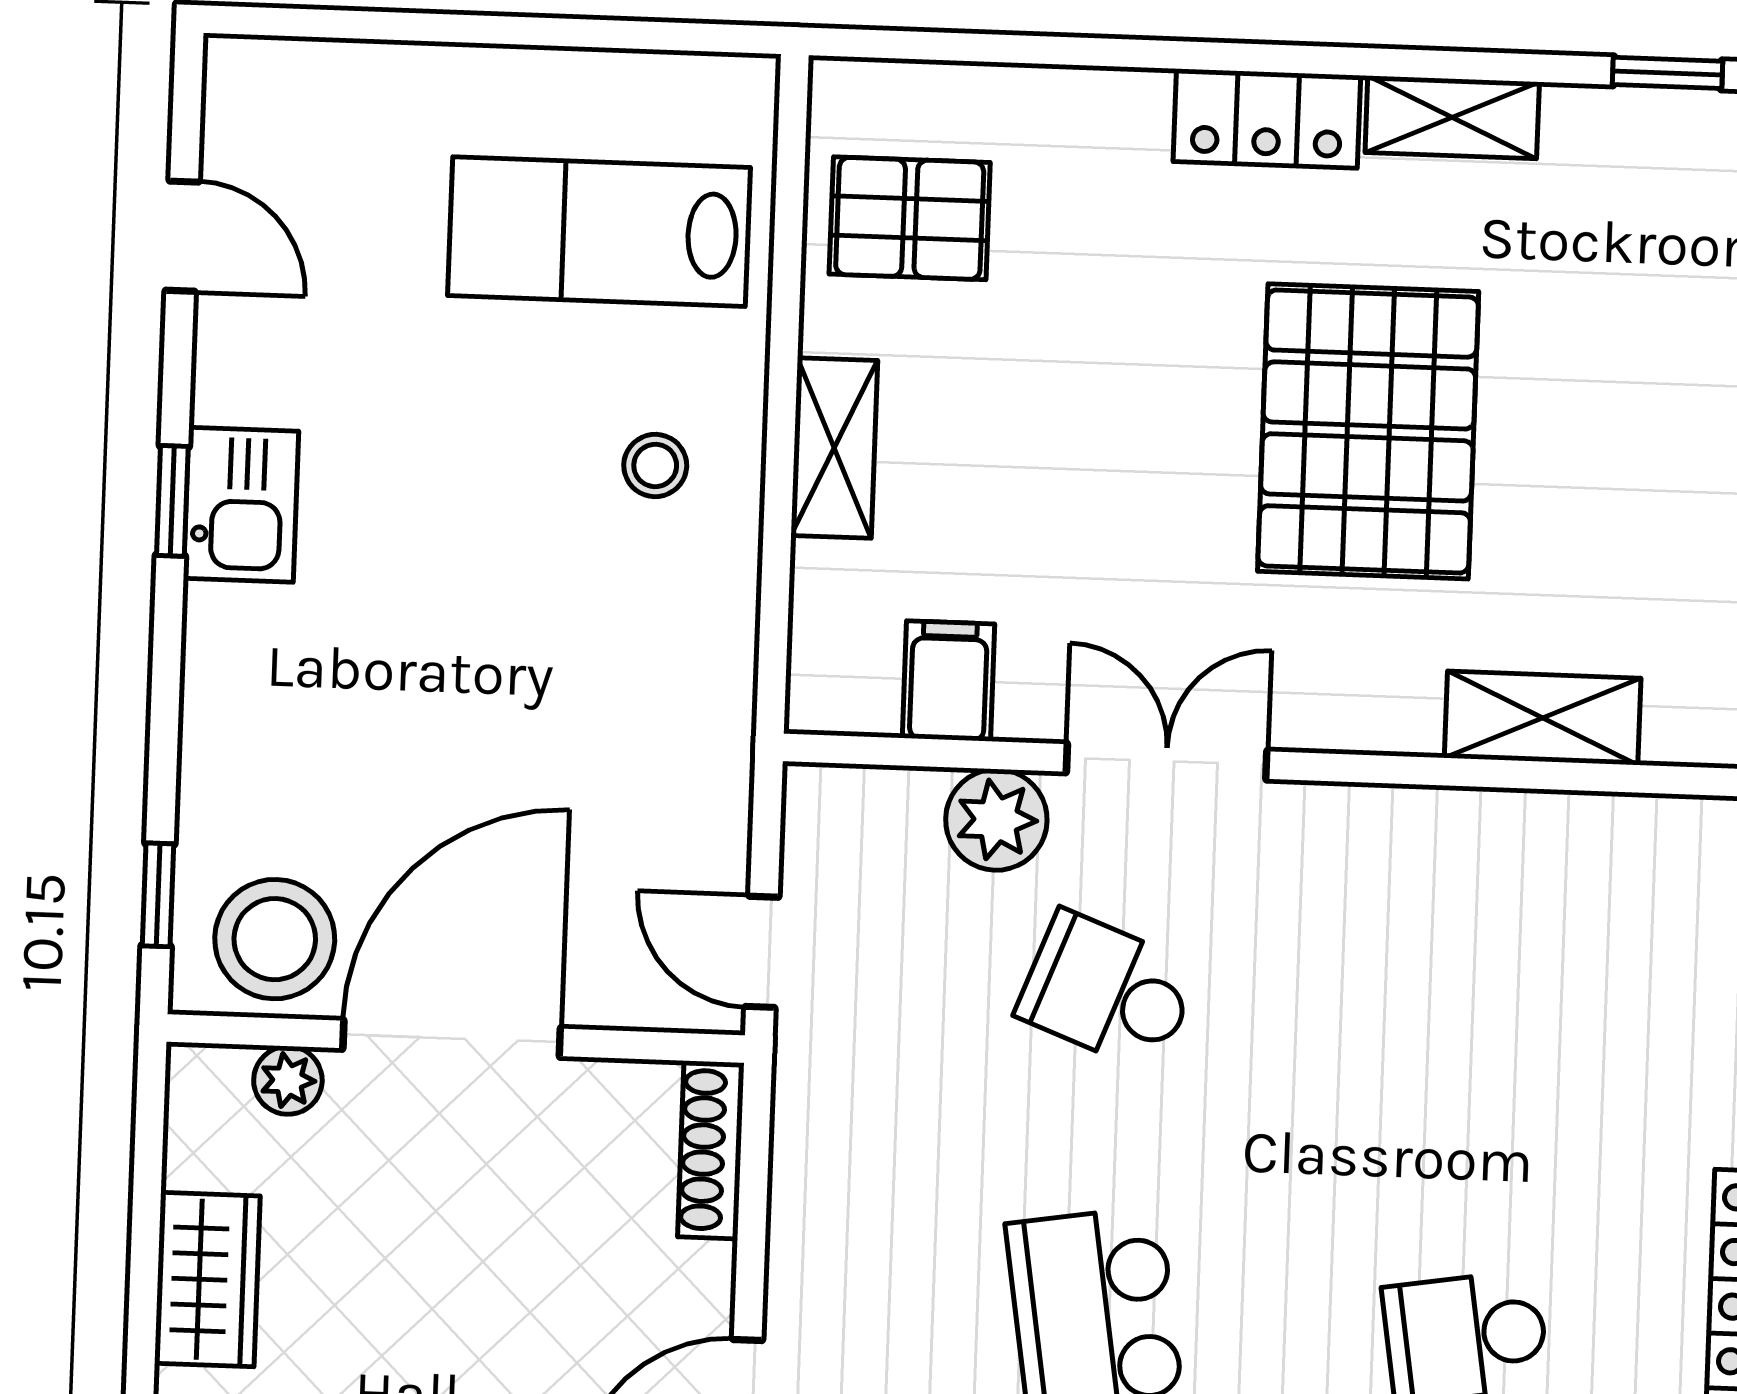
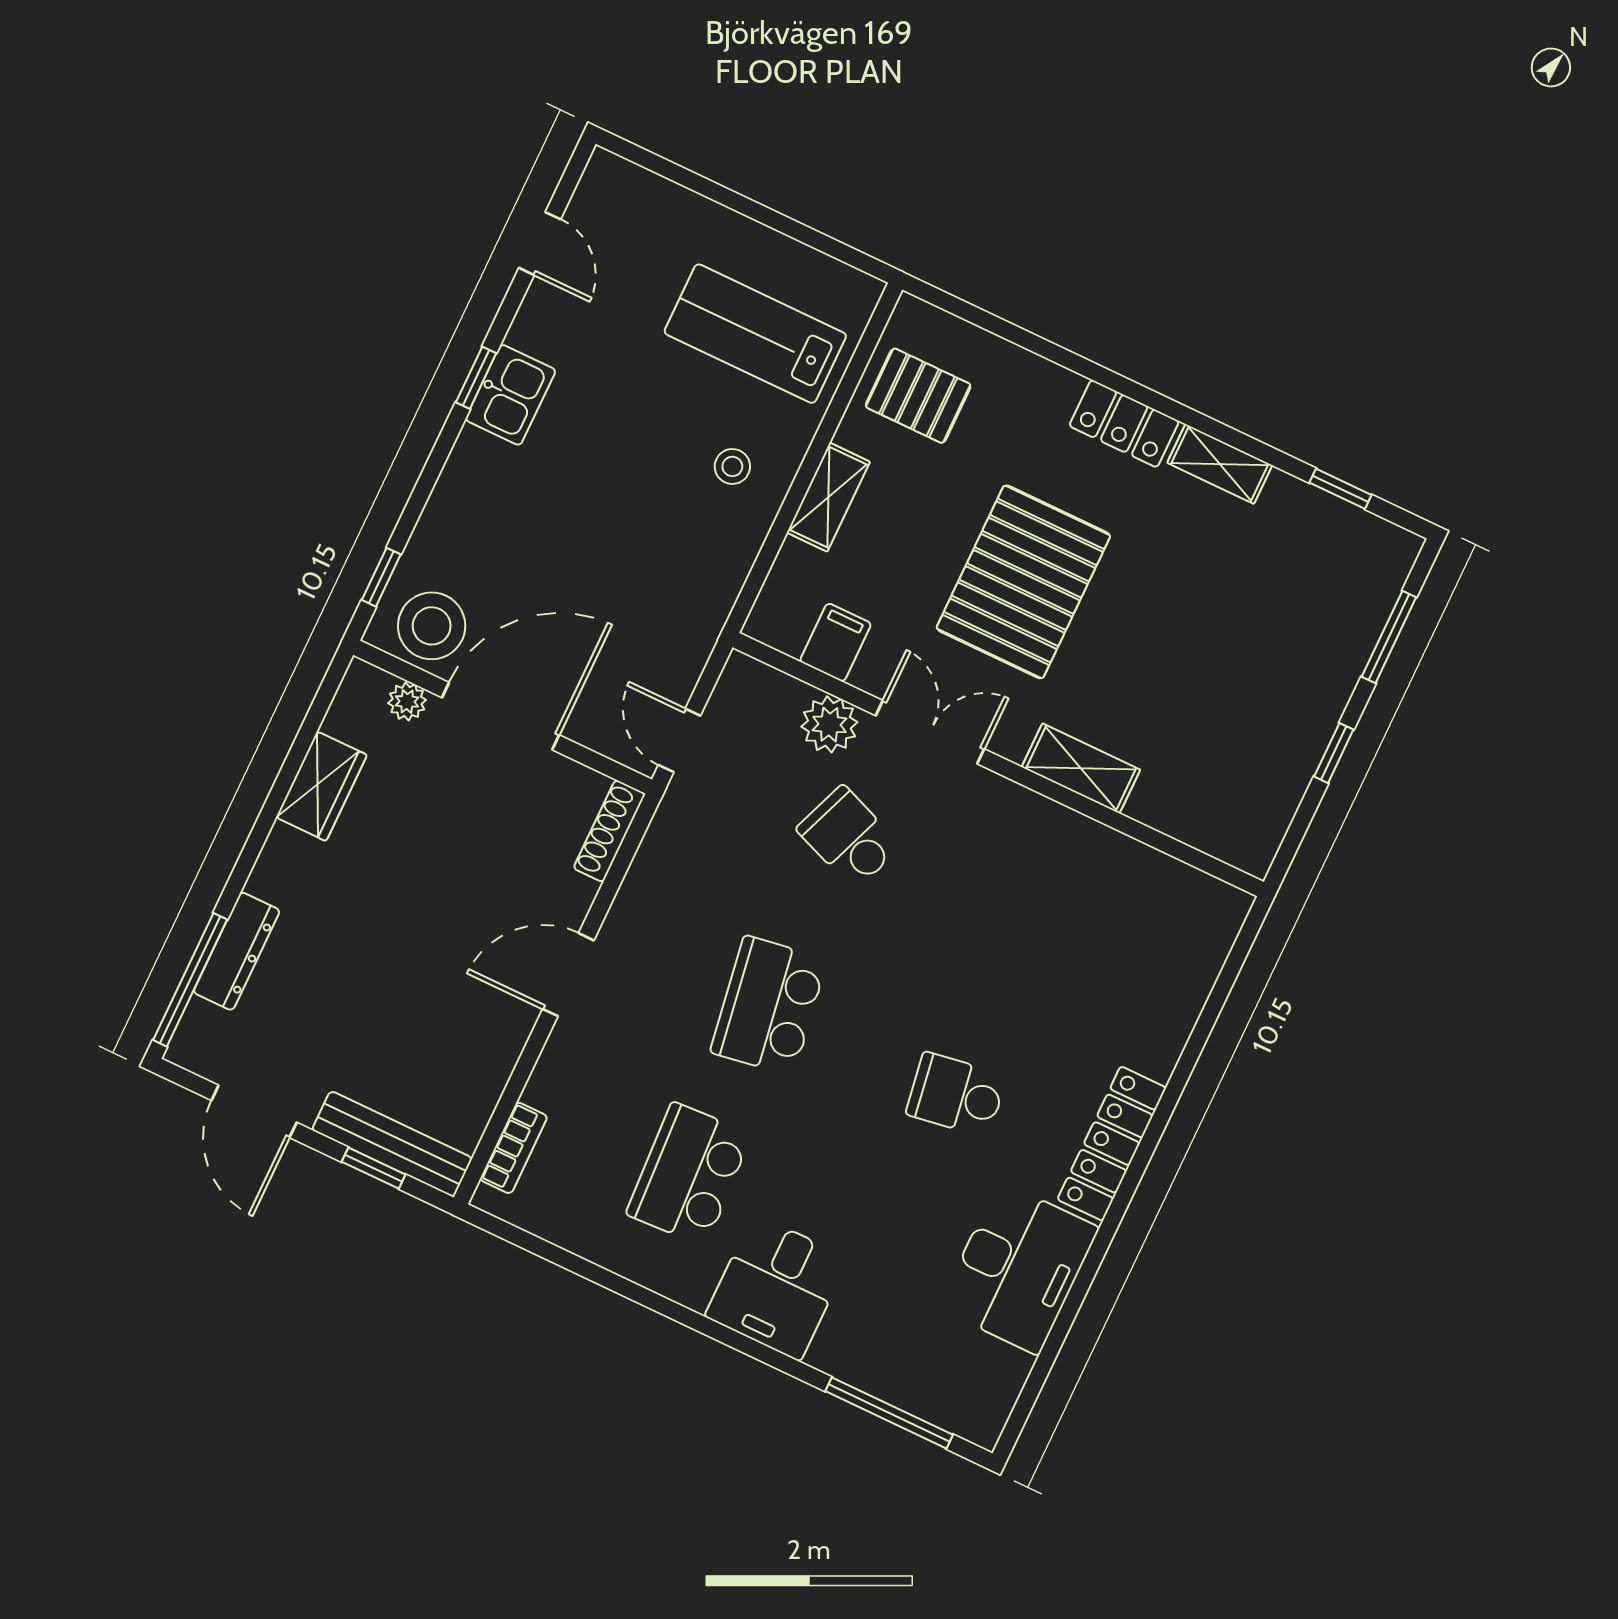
pallet: (1368, 431) -> (1023, 582), moved
shelving: (1543, 718) -> (1081, 768), moved

